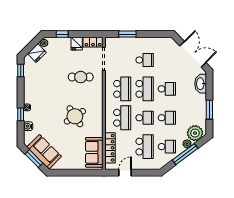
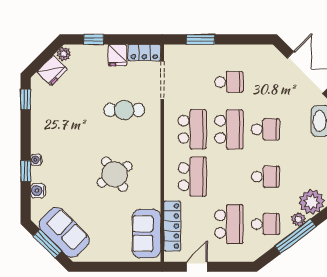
school desk: (145, 118) -> (229, 177), removed

